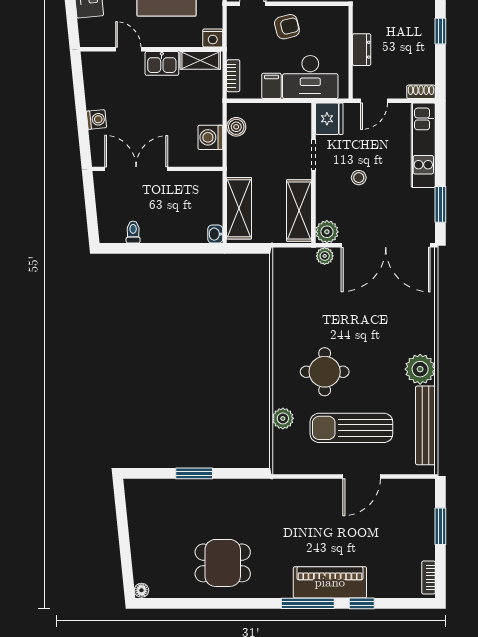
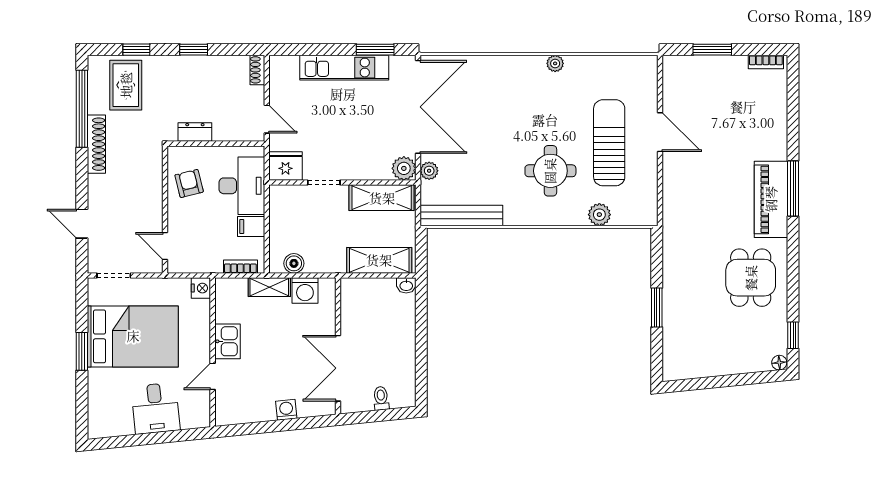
armchair: (287, 27) -> (189, 183), moved
dresser: (362, 50) -> (195, 132), moved
shelving: (200, 60) -> (269, 287), moved, turned 90
kitchen unit: (423, 145) -> (344, 68), moved
stool: (359, 178) -> (347, 135), removed
toilet: (133, 232) -> (381, 398), moved, turned 84
plant: (420, 369) -> (555, 63), width x0.53, depth x0.53
bench: (425, 425) -> (461, 216), moved
sun lounger: (351, 428) -> (609, 143), turned 180
piano: (330, 582) -> (771, 199), moved
window: (362, 603) -> (793, 335), moved

